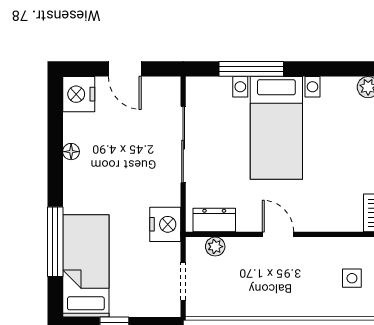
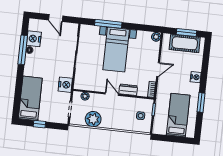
nightstand: (79, 94) -> (34, 39), moved
dresser: (214, 220) -> (128, 90), moved
window: (55, 242) -> (23, 50), moved
plant: (240, 299) -> (93, 119), added

